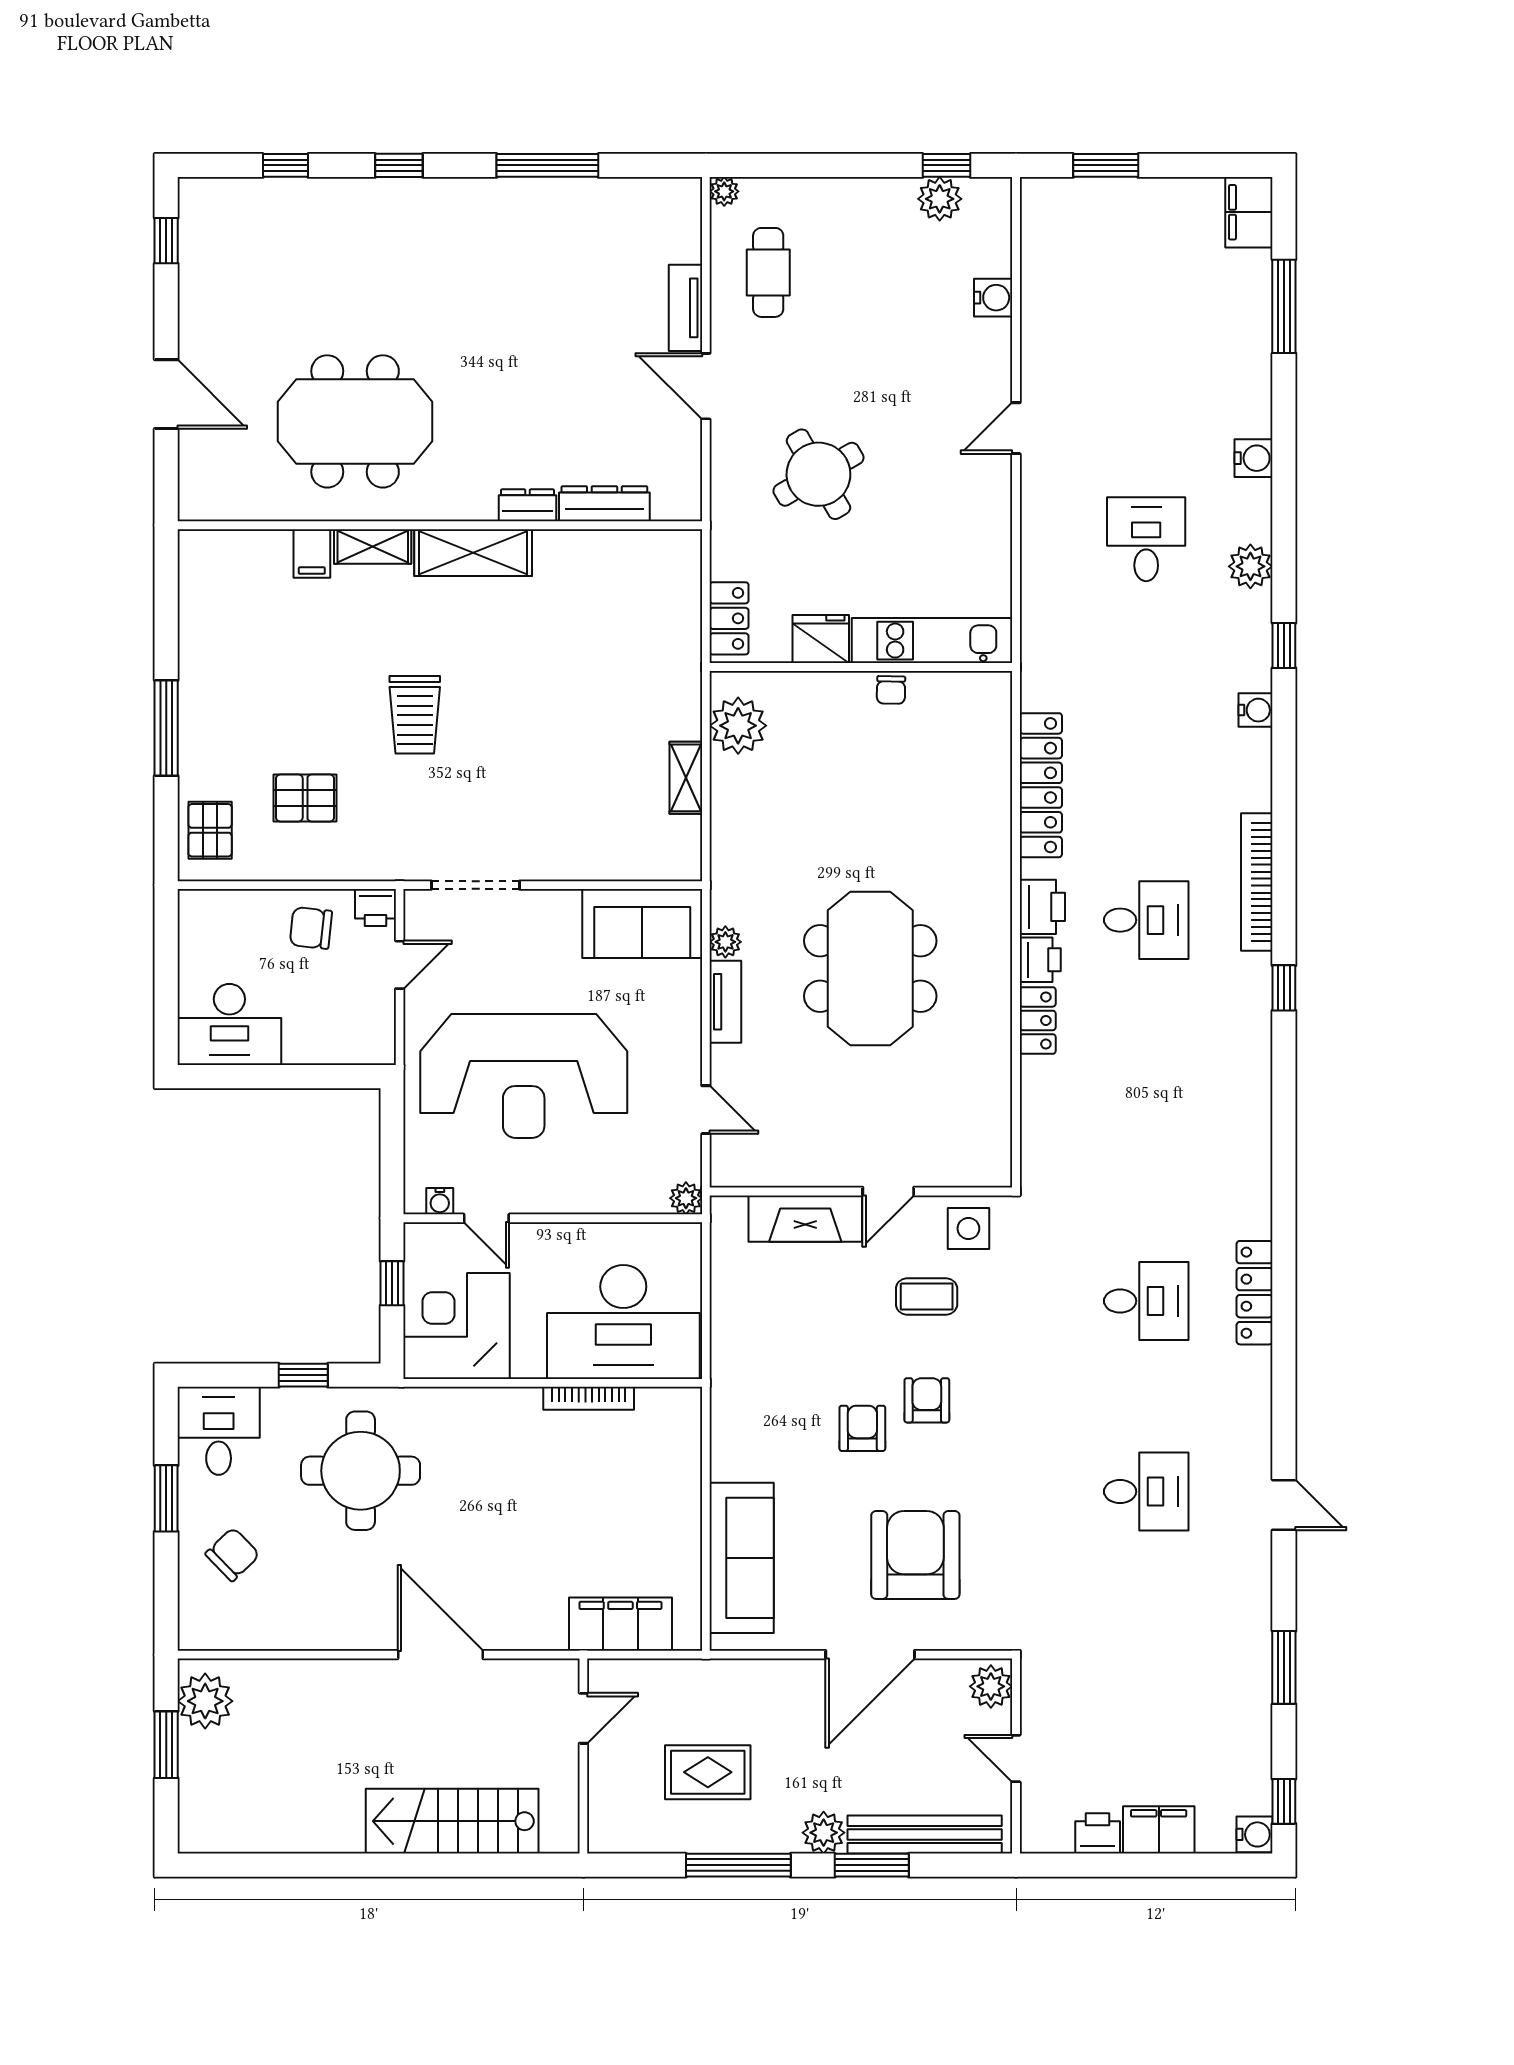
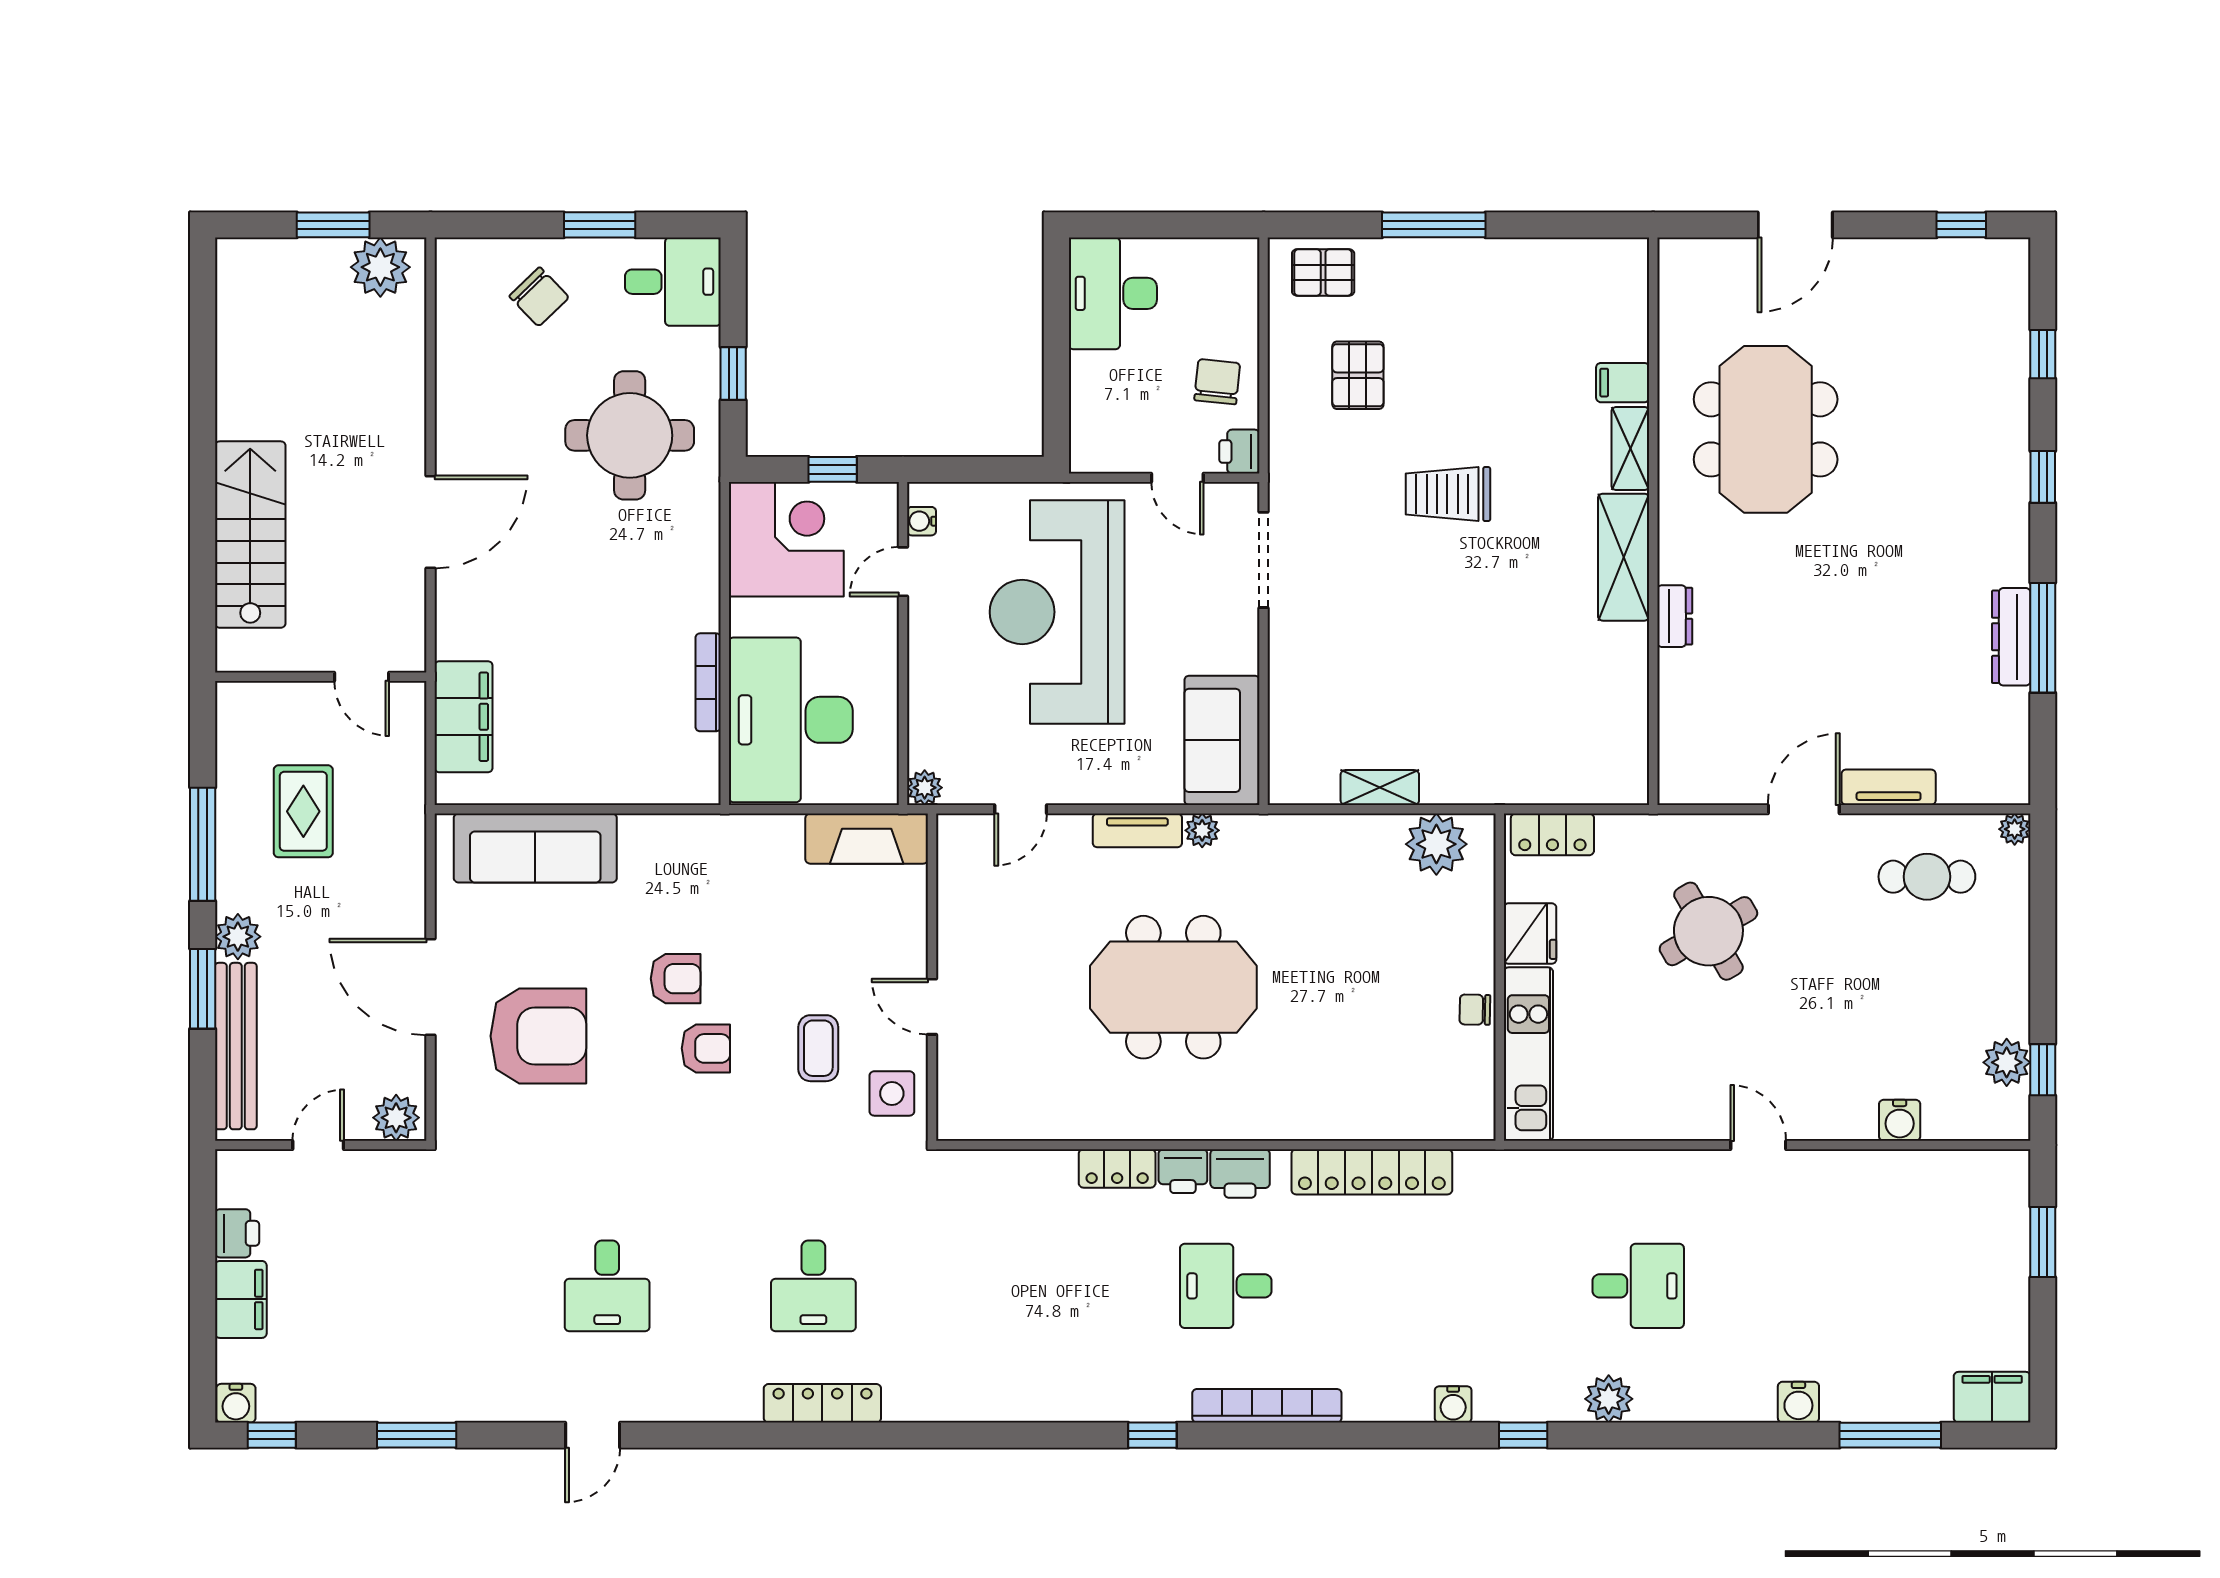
water cooler: (1254, 458) -> (1798, 1402), moved
dresser: (604, 504) -> (2011, 637), moved, turned 180
desk: (1146, 920) -> (1226, 1286), turned 90
fireplace: (805, 1219) -> (867, 839), moved, turned -90

